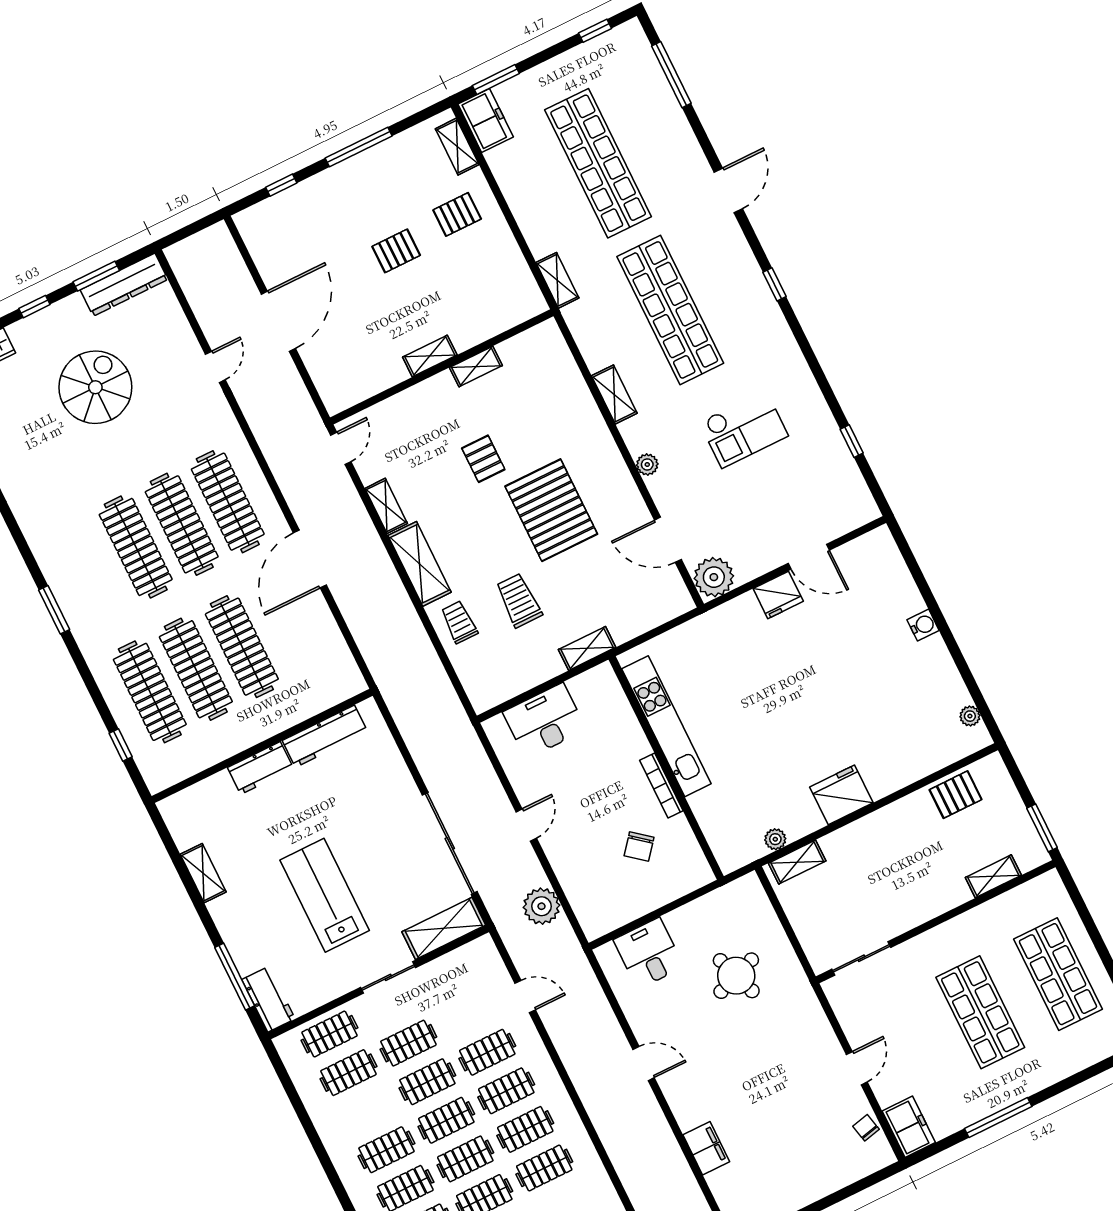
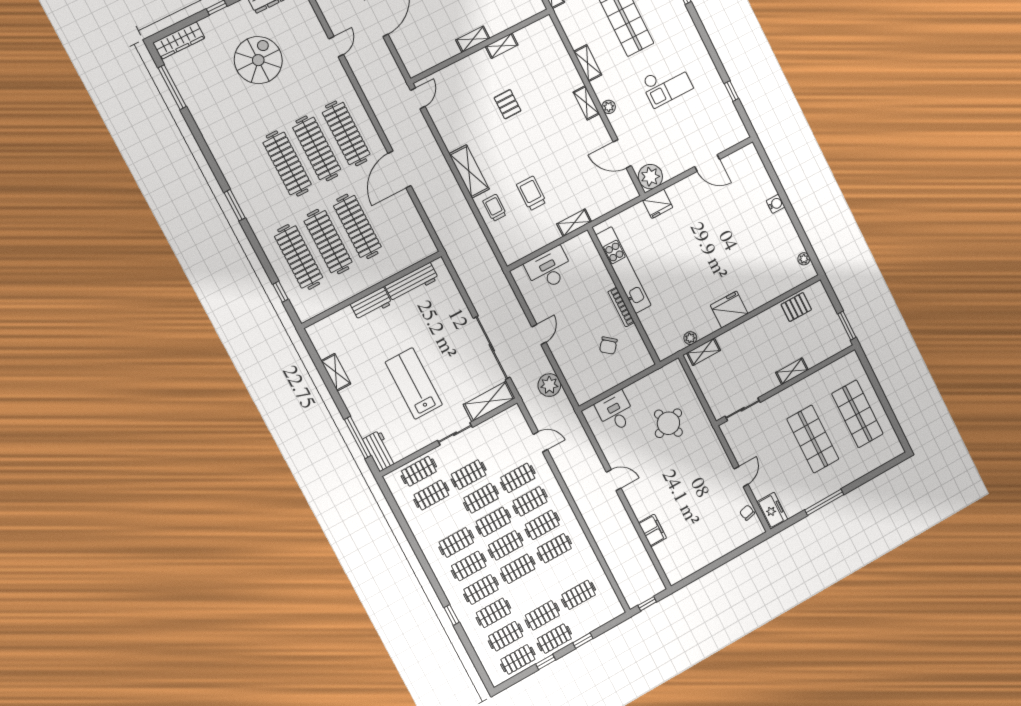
shelving: (386, 506) -> (586, 103), moved
pallet: (551, 510) -> (550, 136), removed
fridge: (778, 595) -> (658, 204), moved
shelving: (993, 876) -> (792, 371), moved

